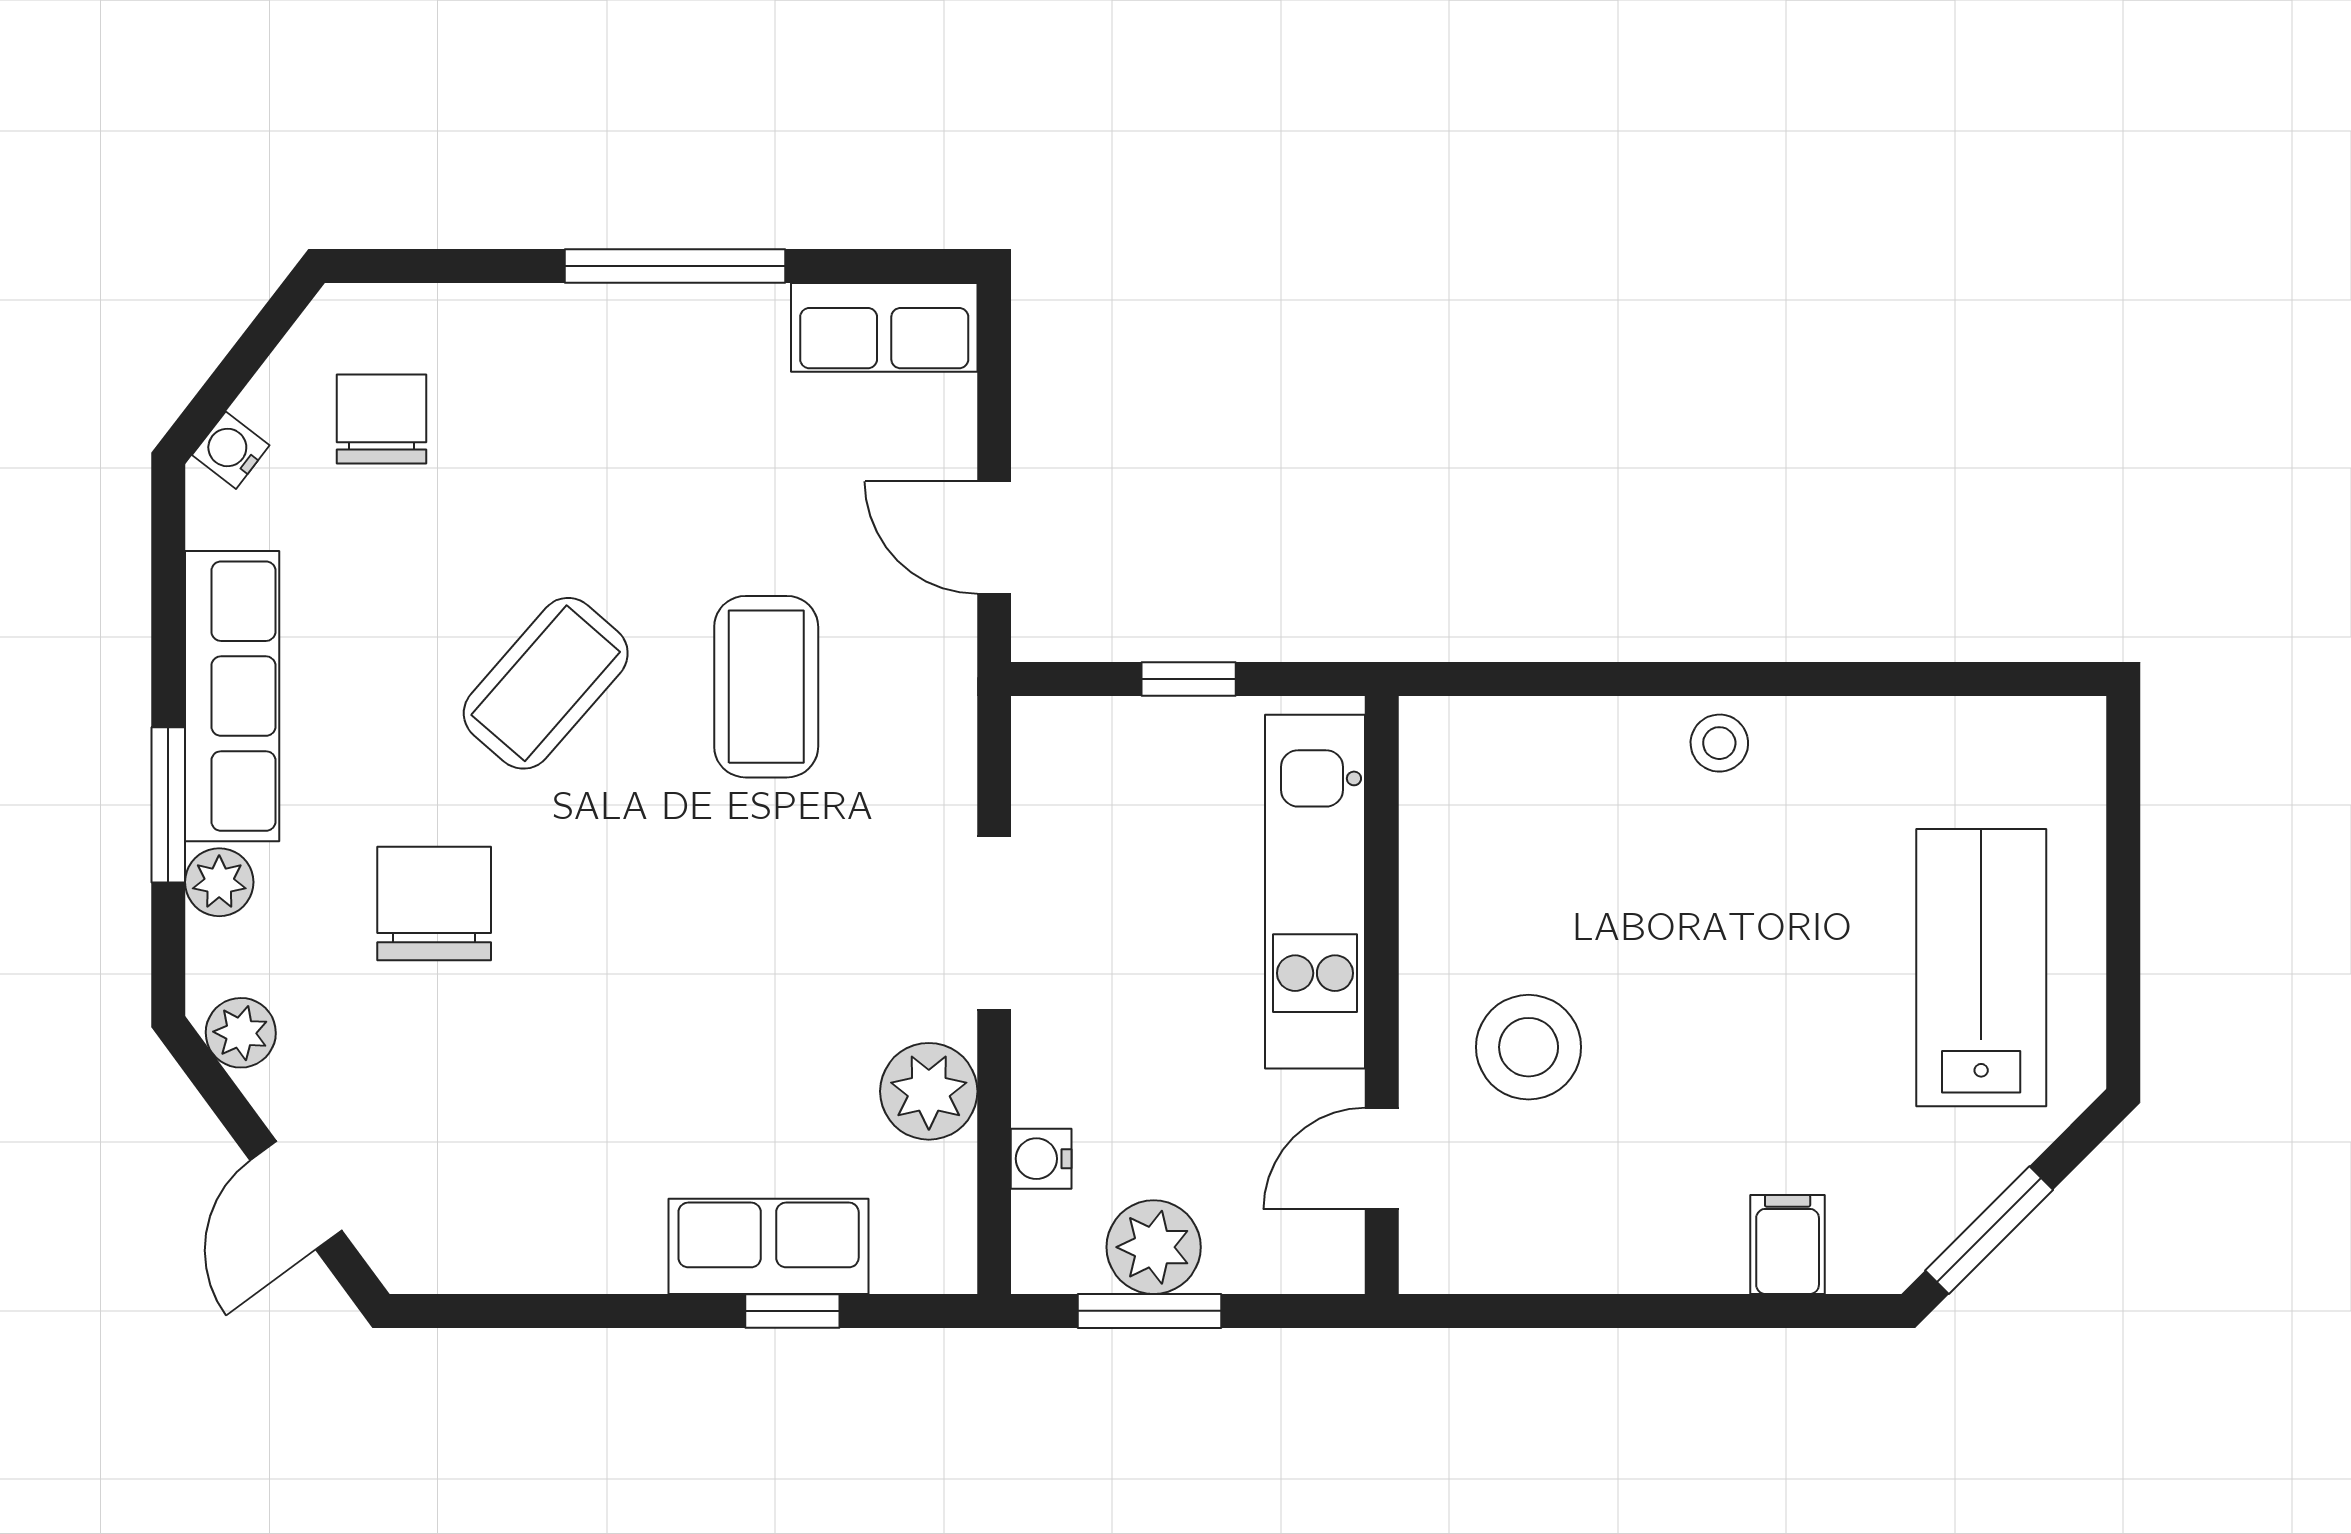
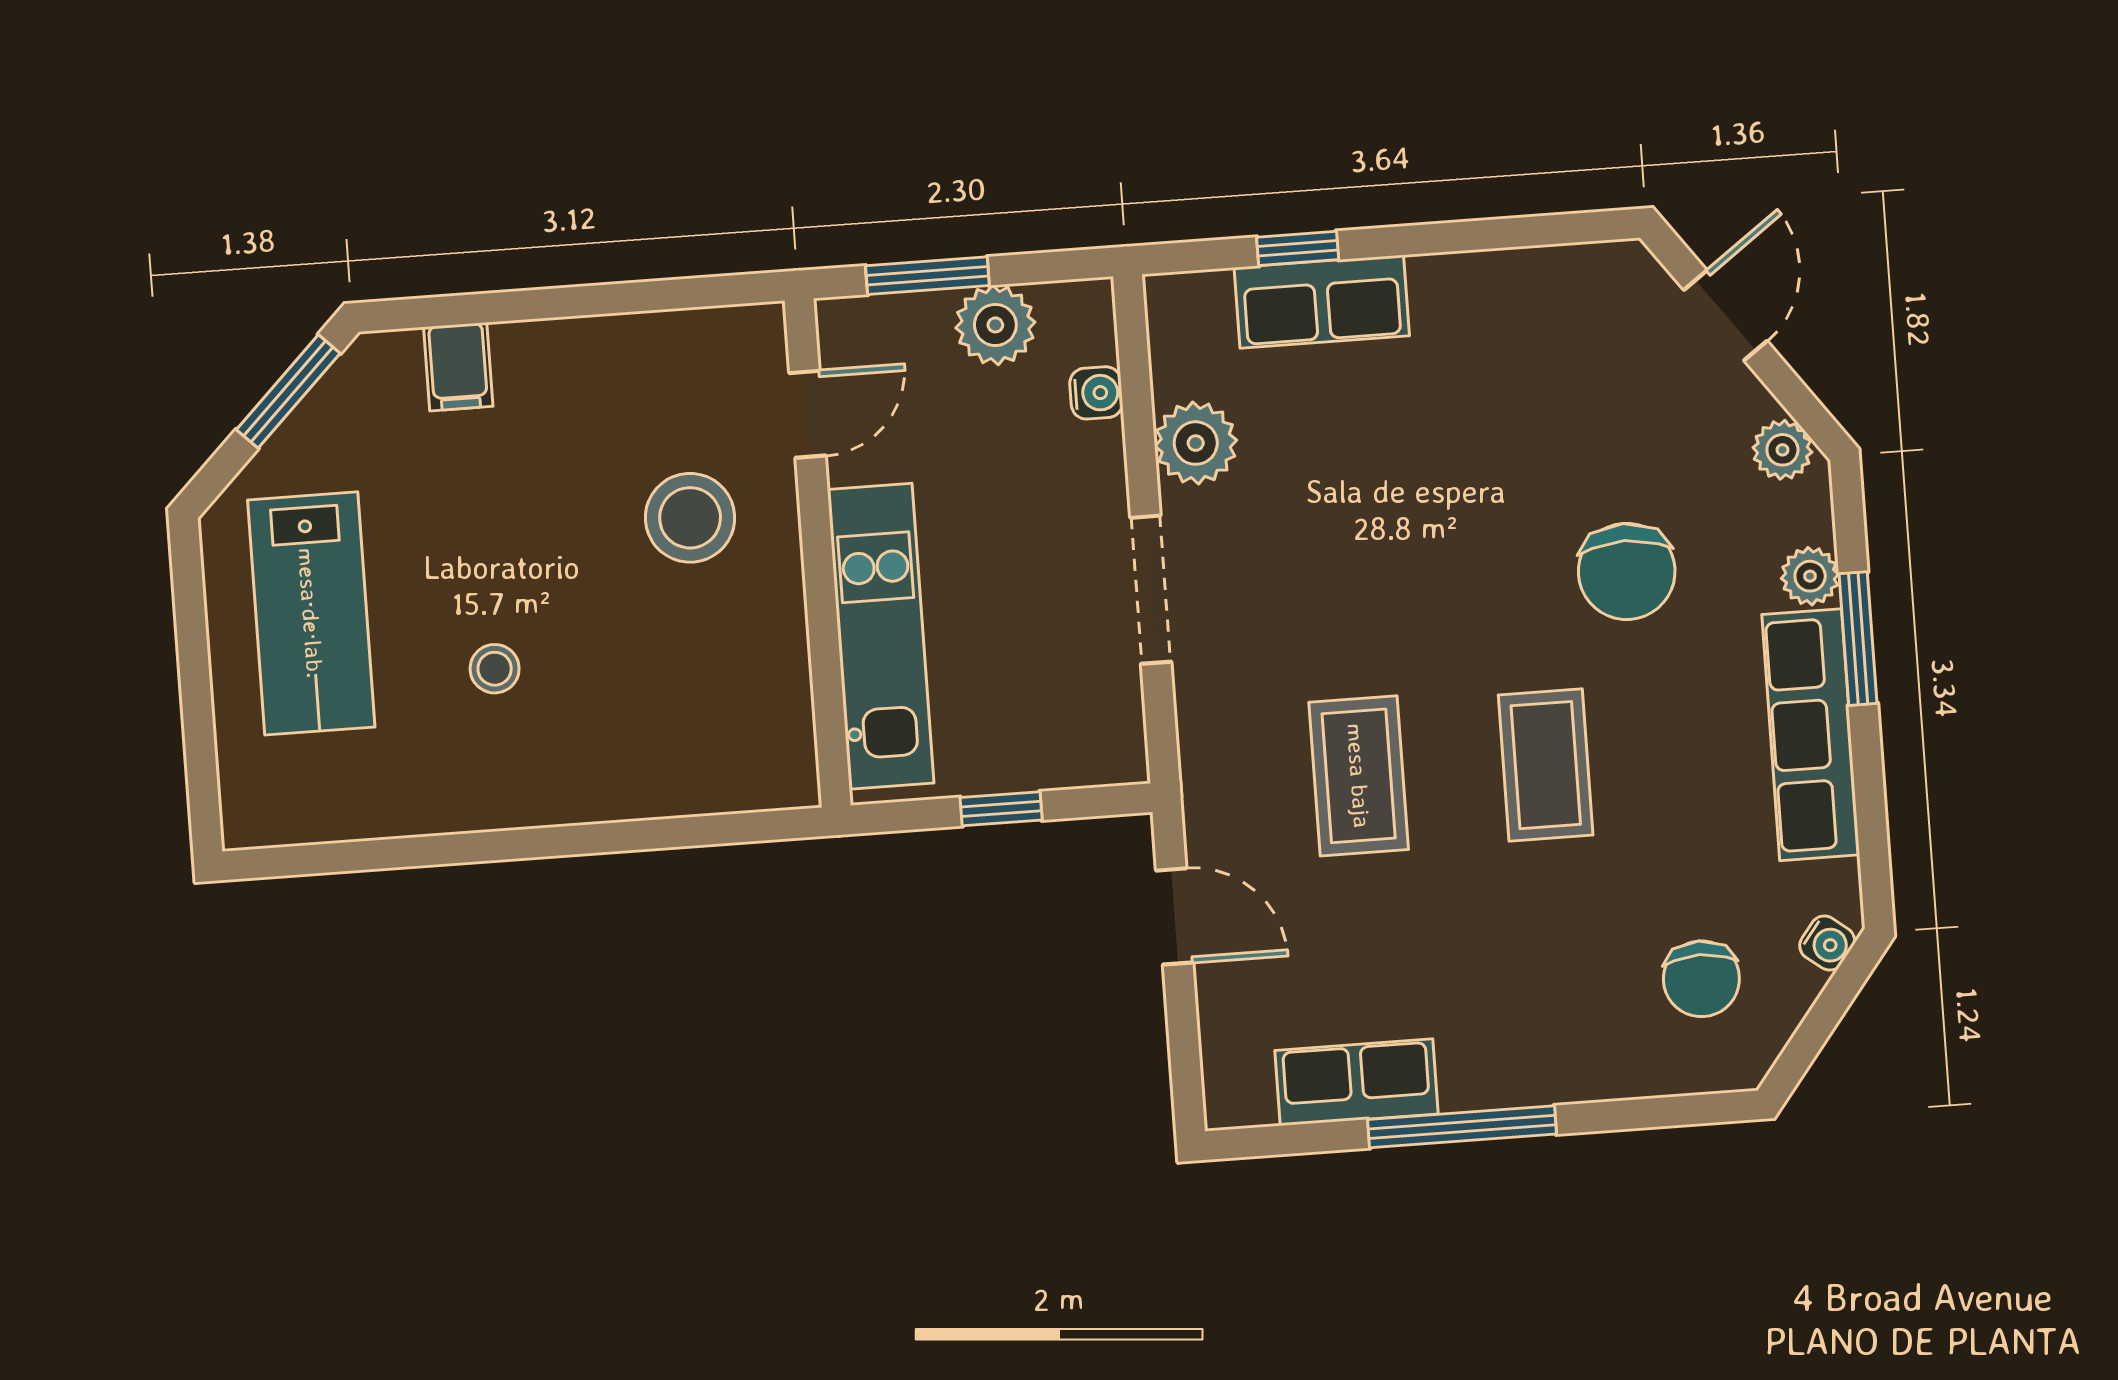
row of seats: (884, 327) -> (1356, 1082), moved
coffee table: (546, 683) -> (1546, 765), turned -41
stool: (1719, 743) -> (495, 669), moved
window: (1149, 1311) -> (927, 276), moved

